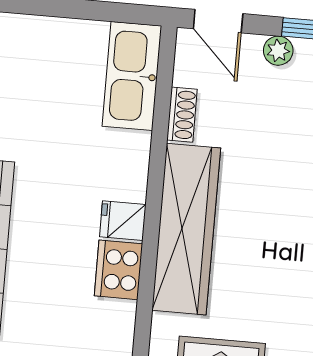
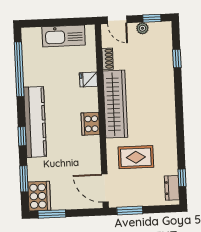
kitchen sink: (132, 76) -> (64, 36), moved, turned -90
fridge: (123, 221) -> (88, 80), moved

